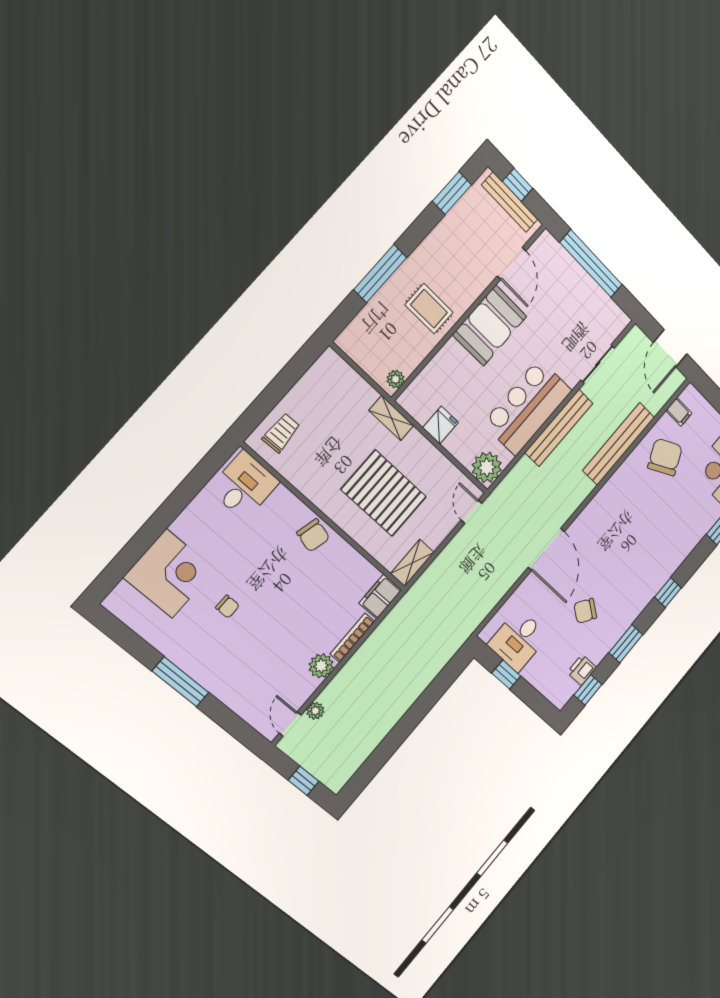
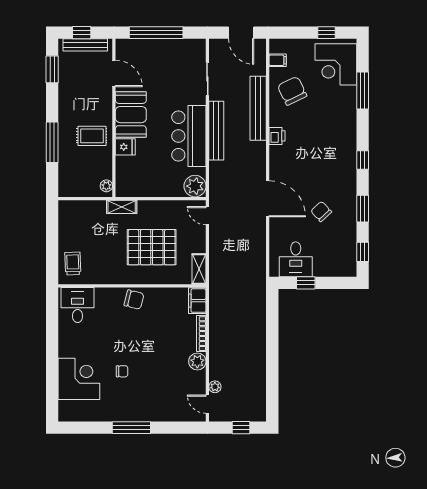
fridge: (440, 425) -> (125, 147), moved, turned 90
chair: (585, 611) -> (321, 211), turned 102
printer: (582, 670) -> (277, 136), moved, turned 180

